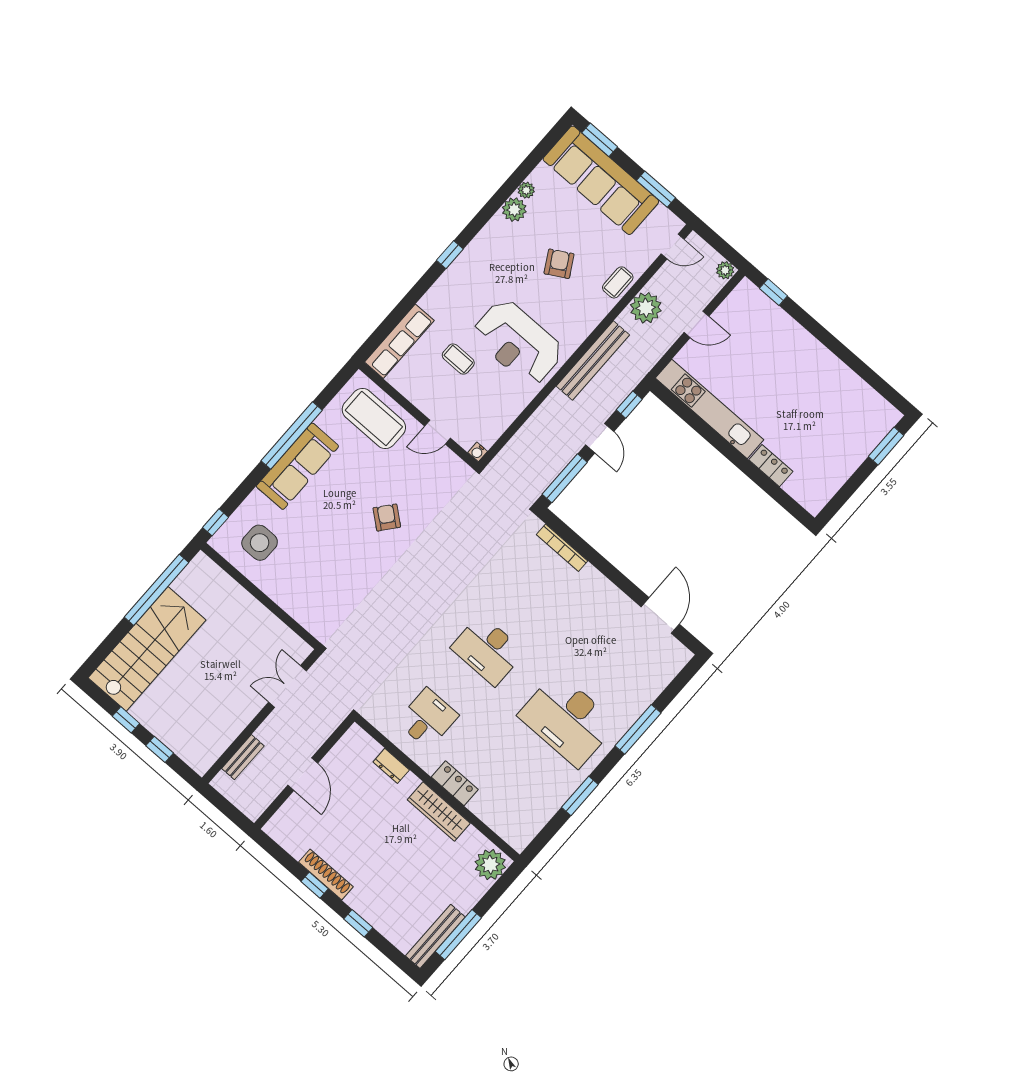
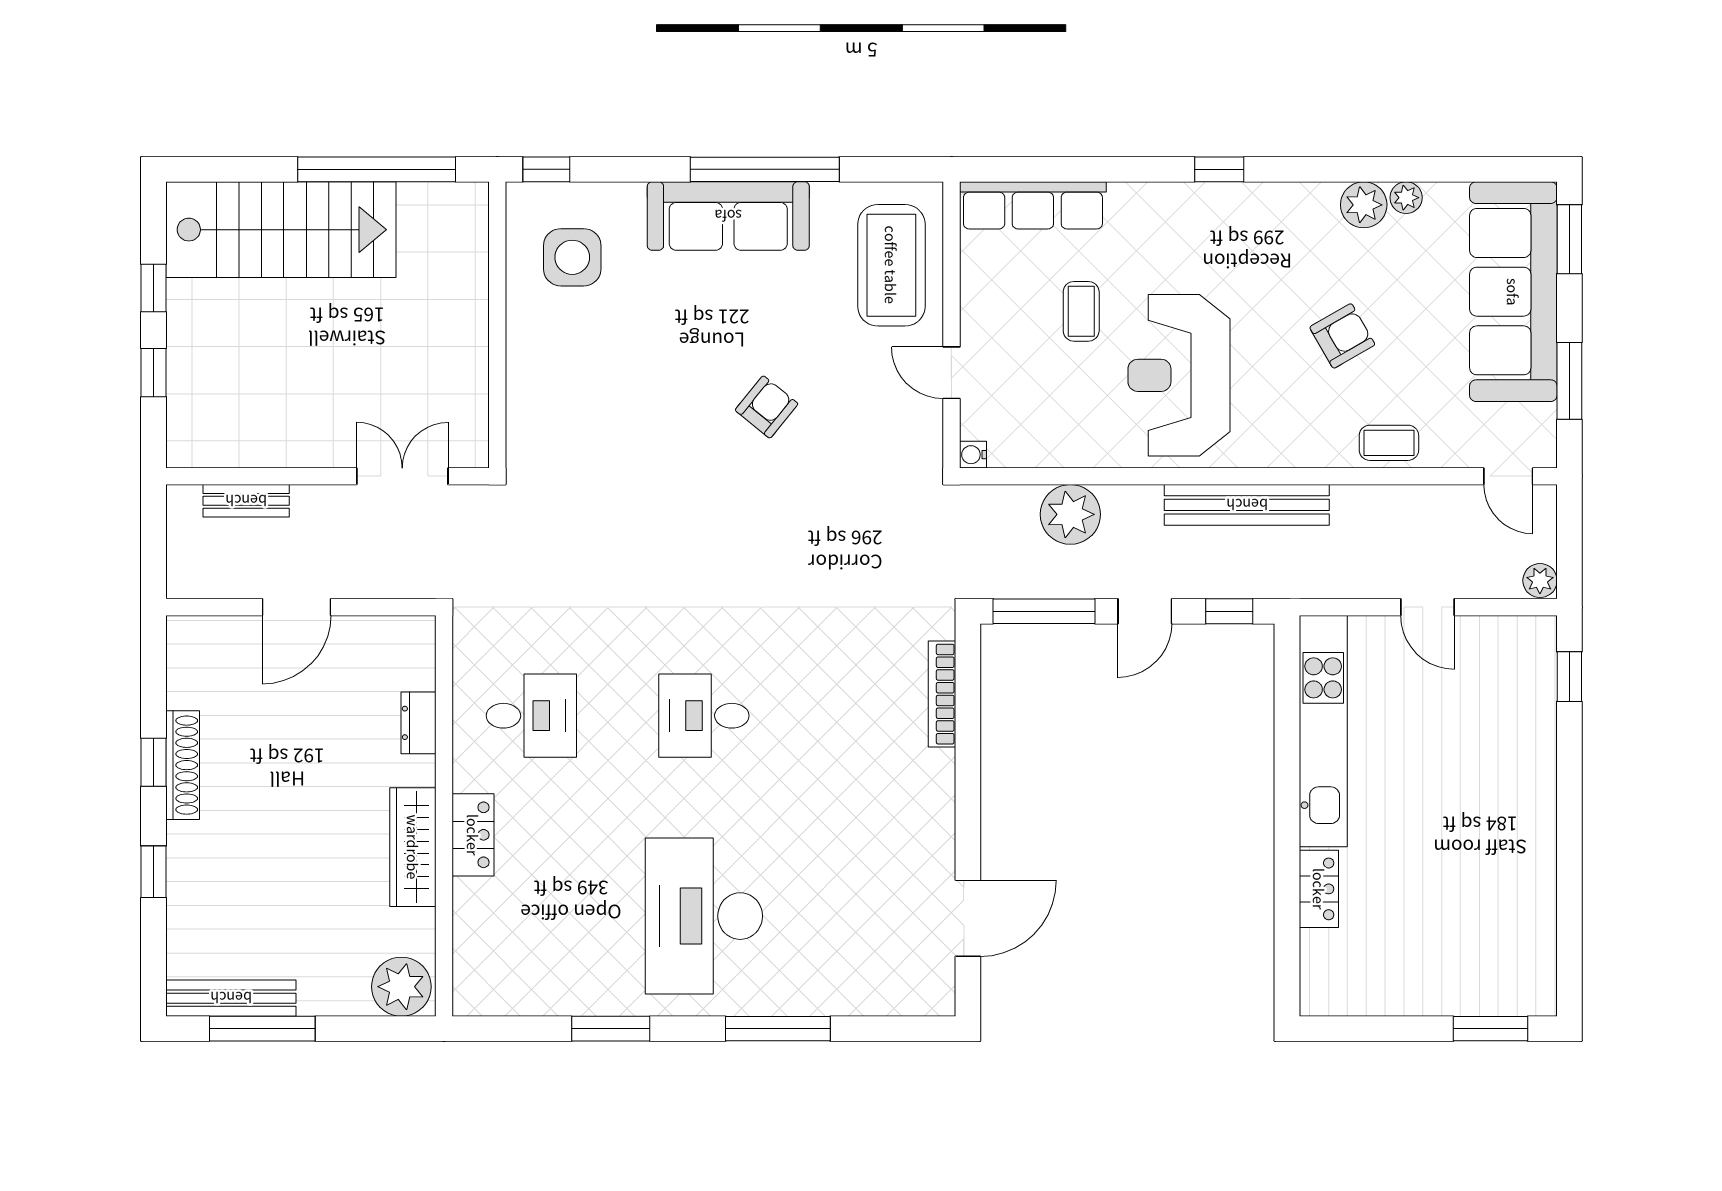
plant: (646, 308) -> (1070, 514), moved
desk: (488, 650) -> (704, 716), width x0.73

